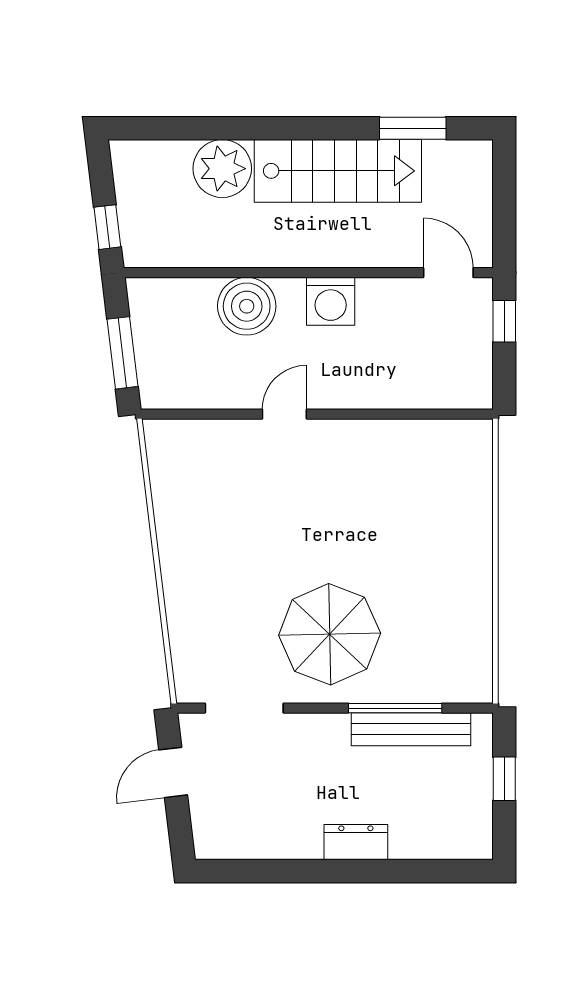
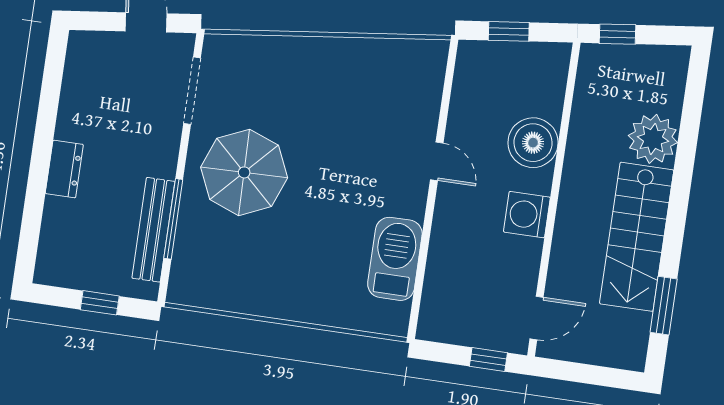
window: (123, 353) -> (509, 31), width x0.67
barbecue: (404, 446) -> (395, 259), added

